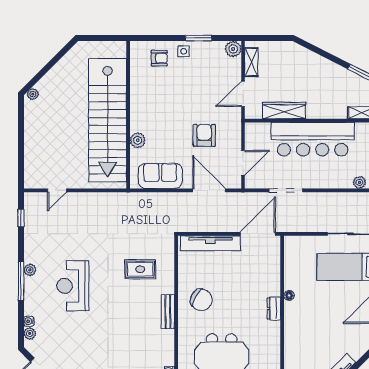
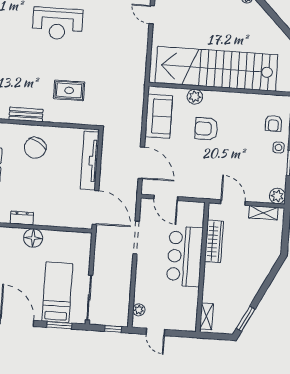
armchair: (204, 135) -> (206, 129), moved, turned 180
bar counter: (313, 139) -> (185, 256), width x0.73
door: (209, 190) -> (141, 163), hinge flipped
rug: (140, 269) -> (69, 90), turned 90
reception desk: (73, 286) -> (57, 24), turned 180
floor lamp: (289, 295) -> (33, 238), width x1.89, depth x1.89

